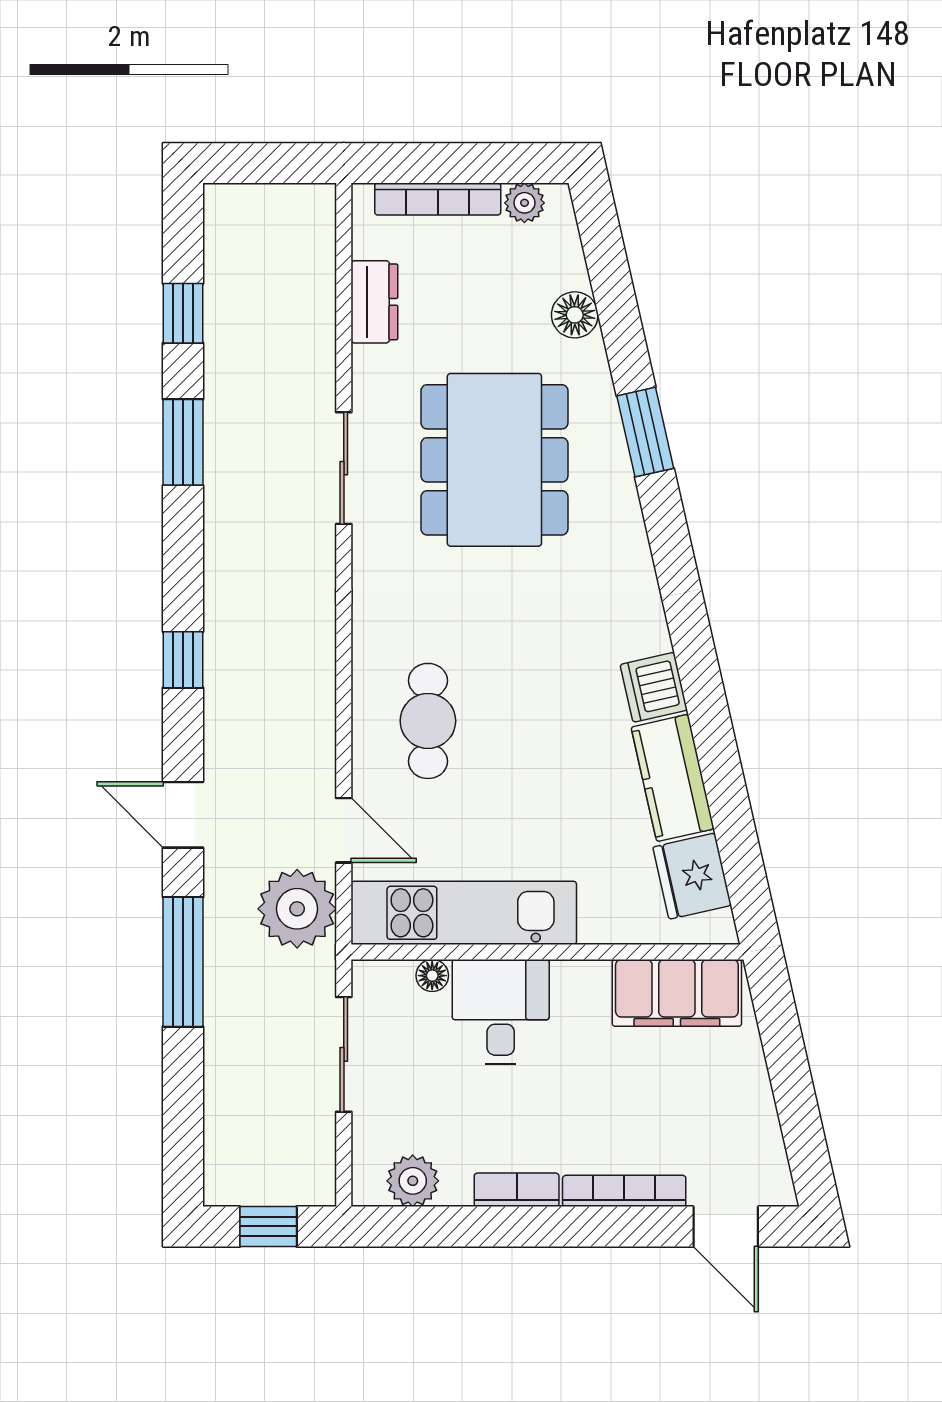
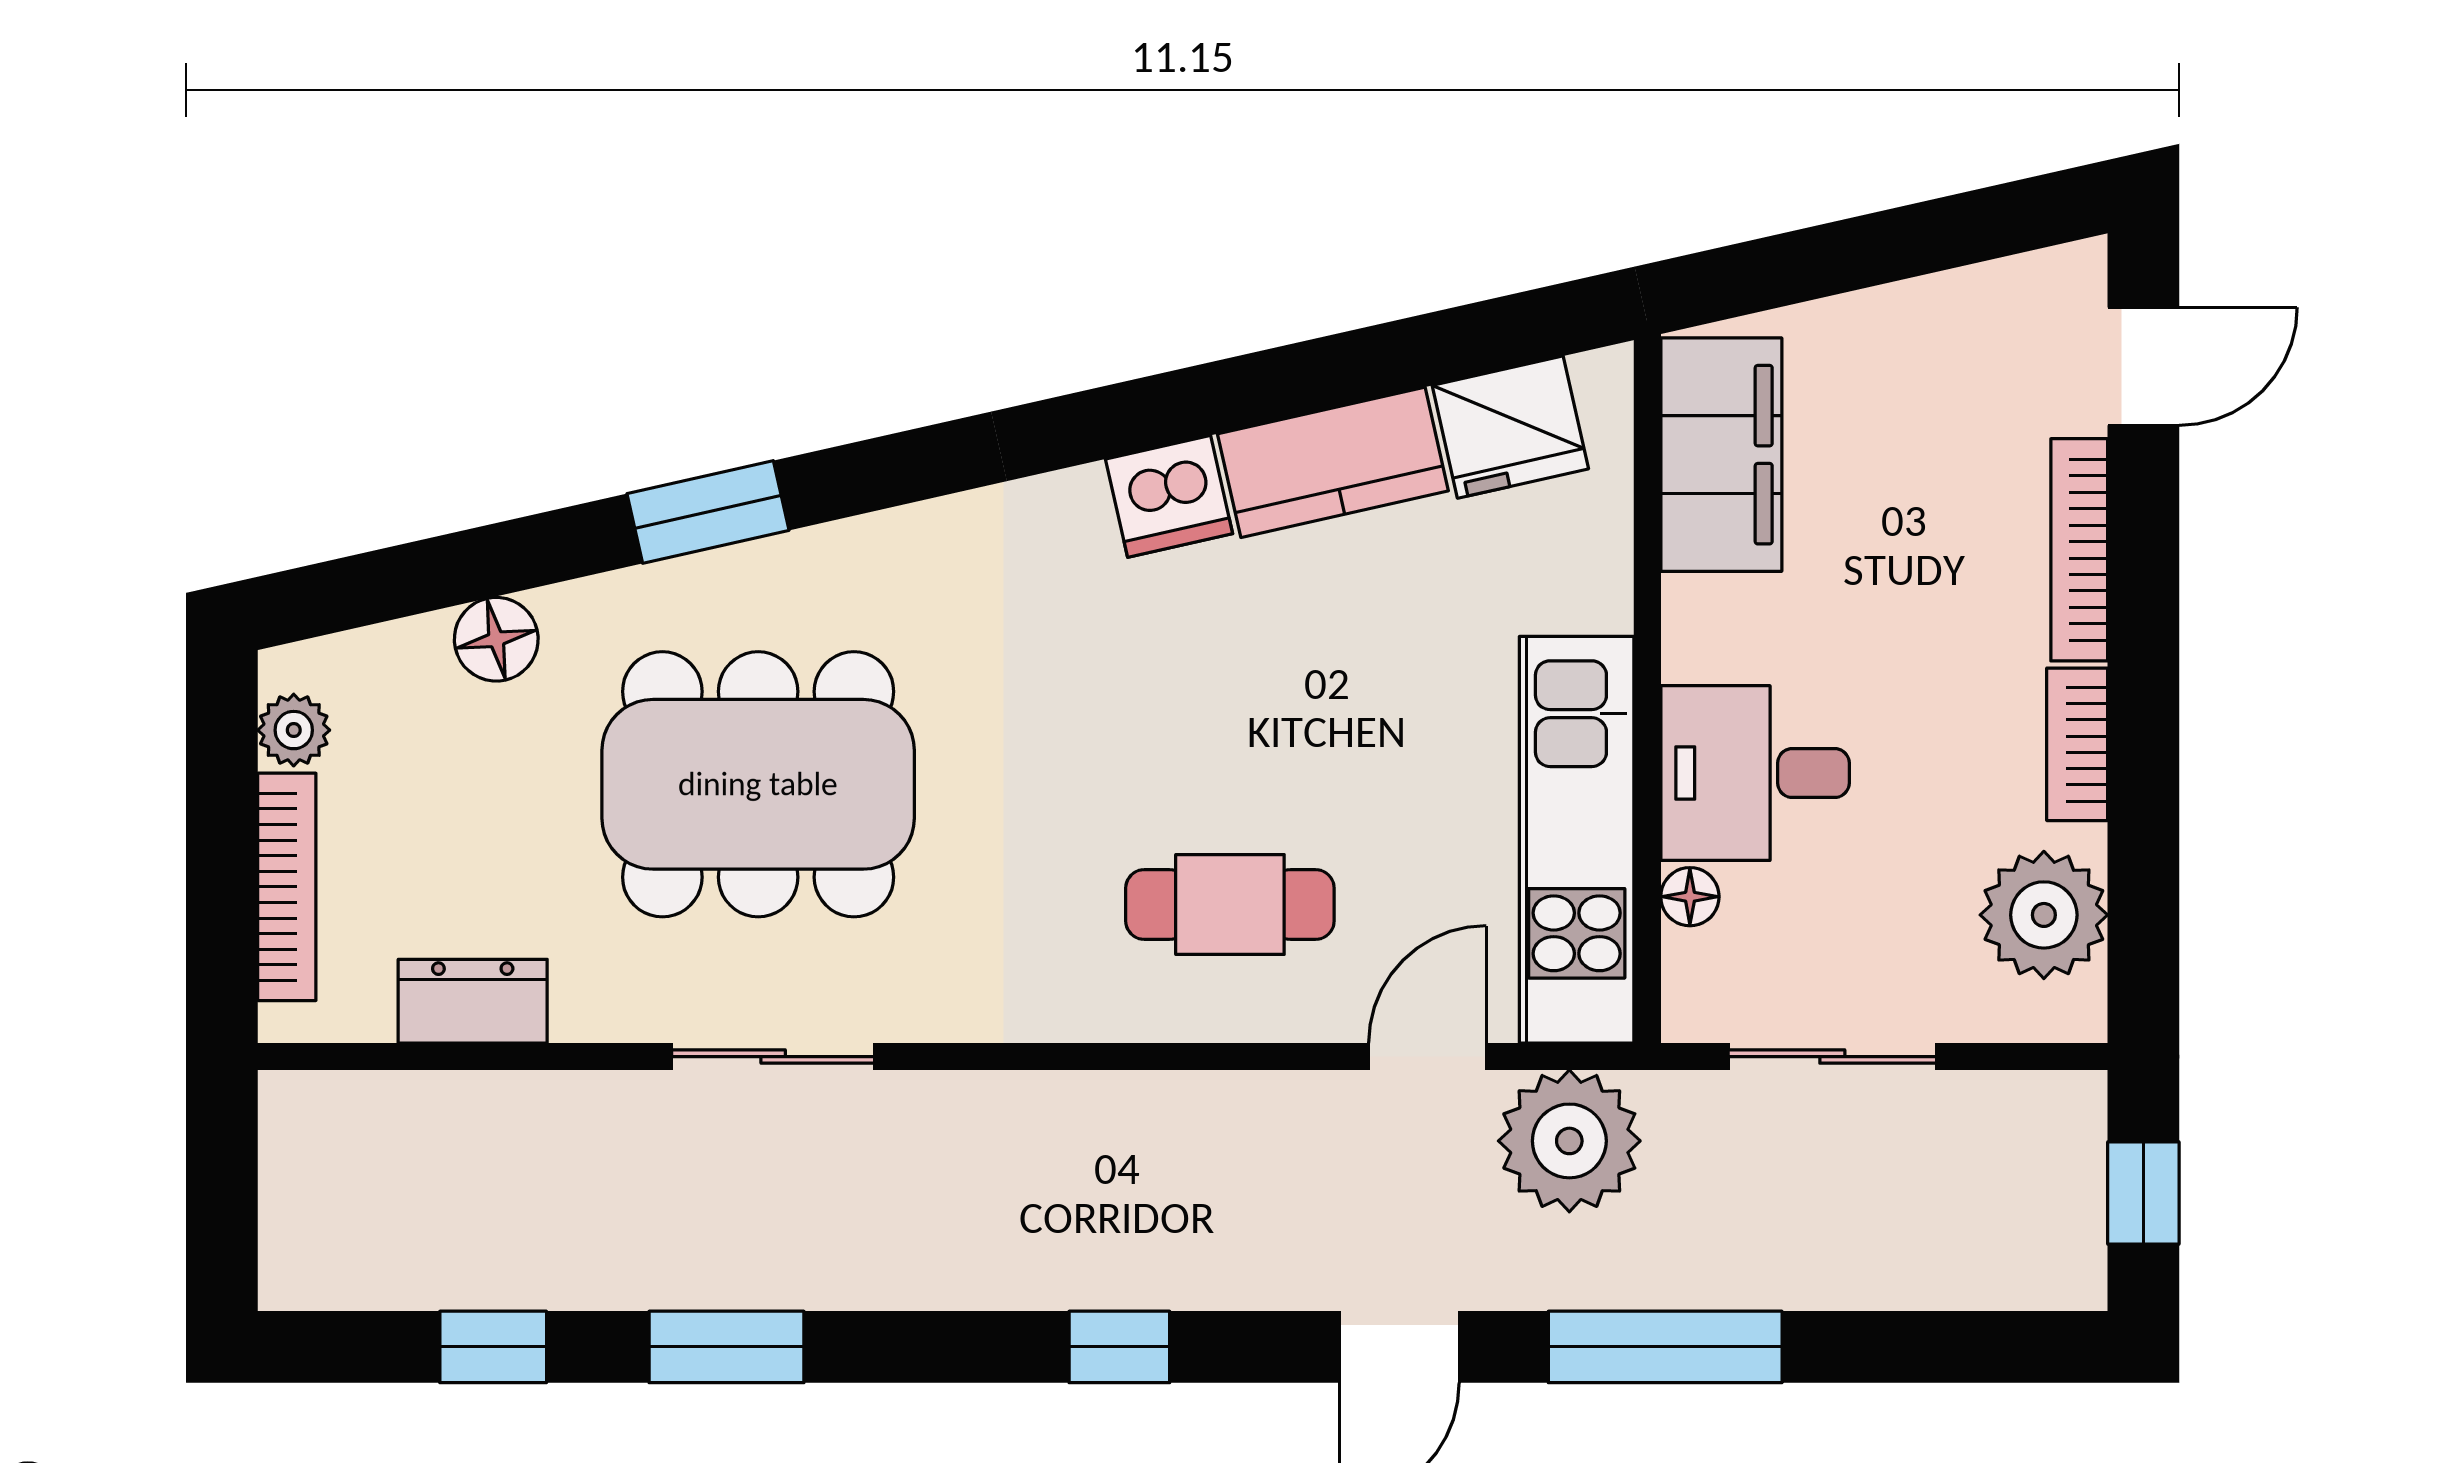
plant: (413, 1181) -> (2044, 915), width x1.36, depth x1.36

